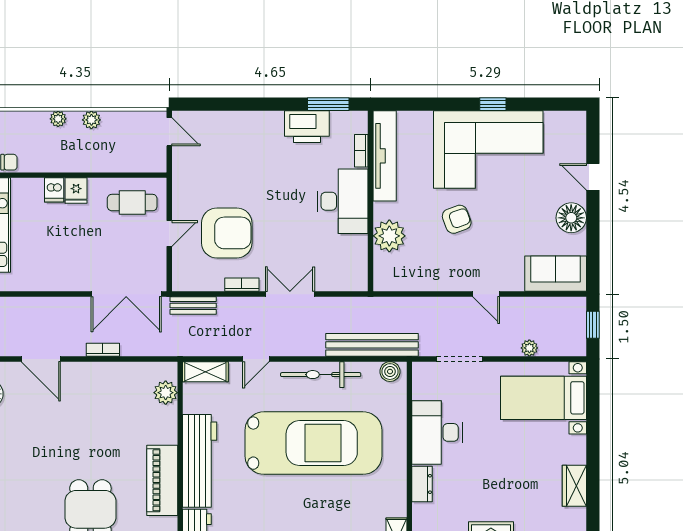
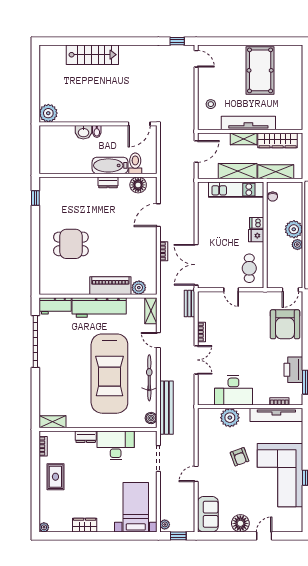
plant: (58, 119) -> (294, 229), width x1.88, depth x1.88
desk: (342, 201) -> (233, 390), moved
armchair: (227, 233) -> (285, 324), moved
plant: (529, 348) -> (165, 524), moved
piano: (162, 480) -> (110, 286), moved

